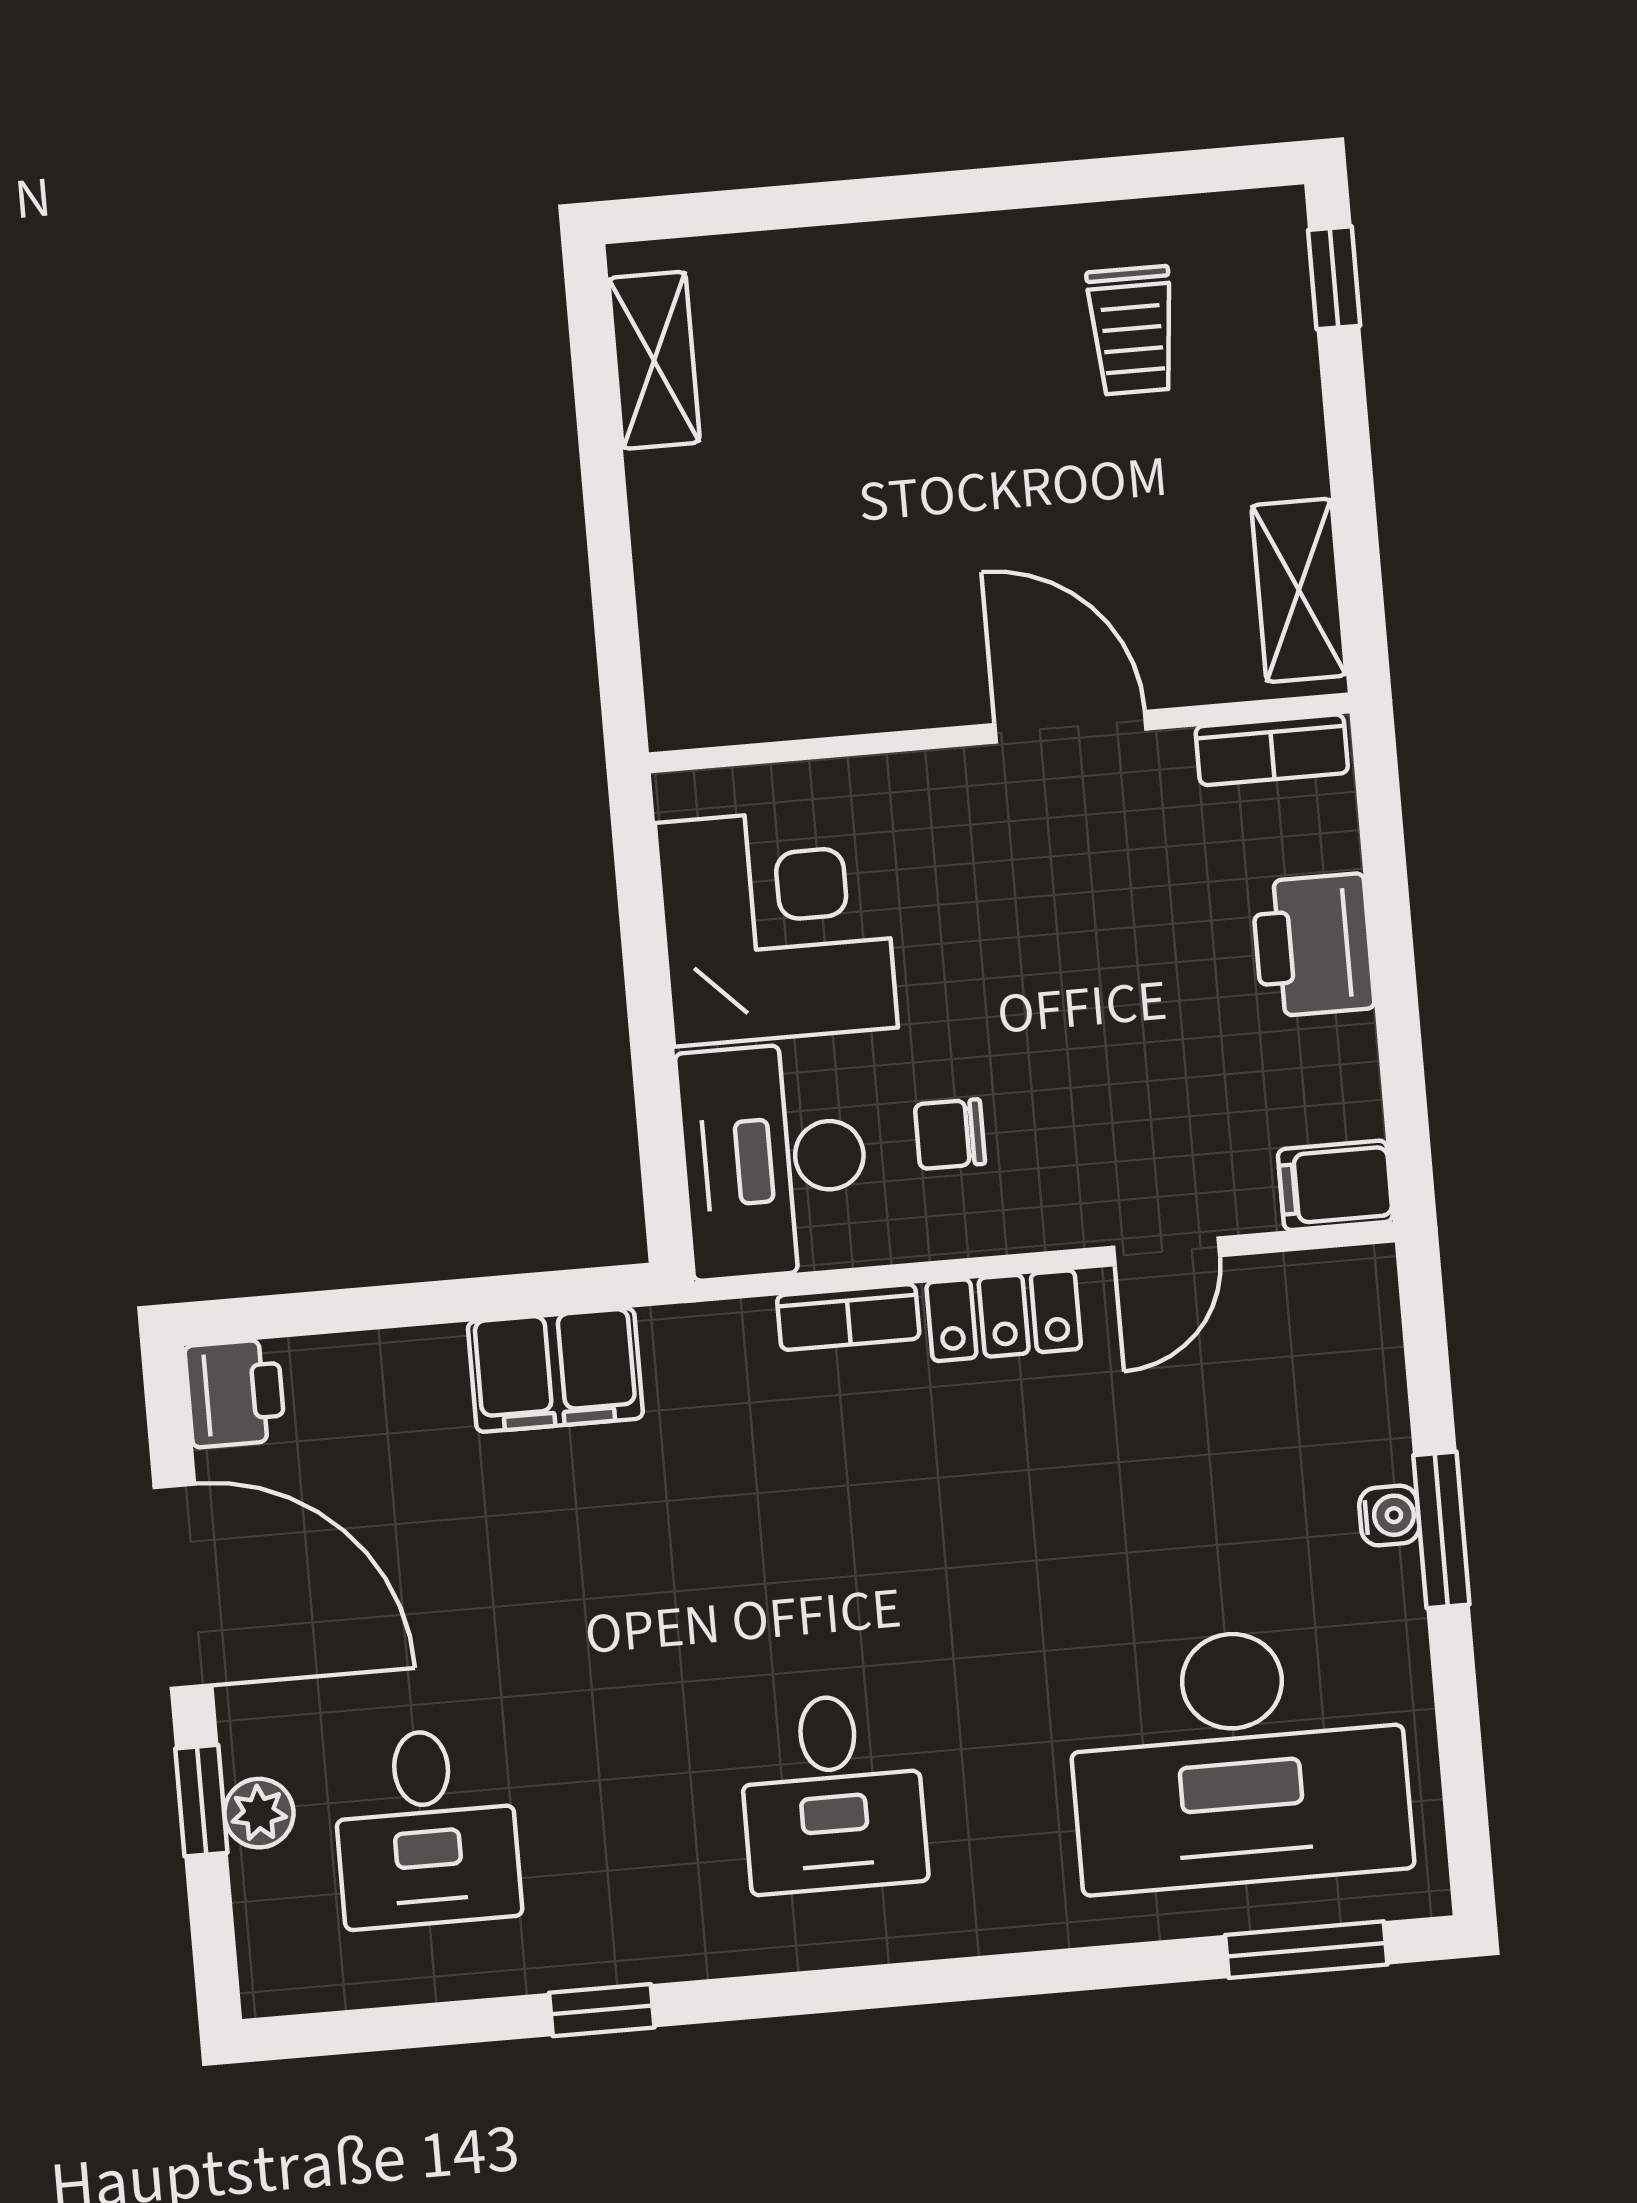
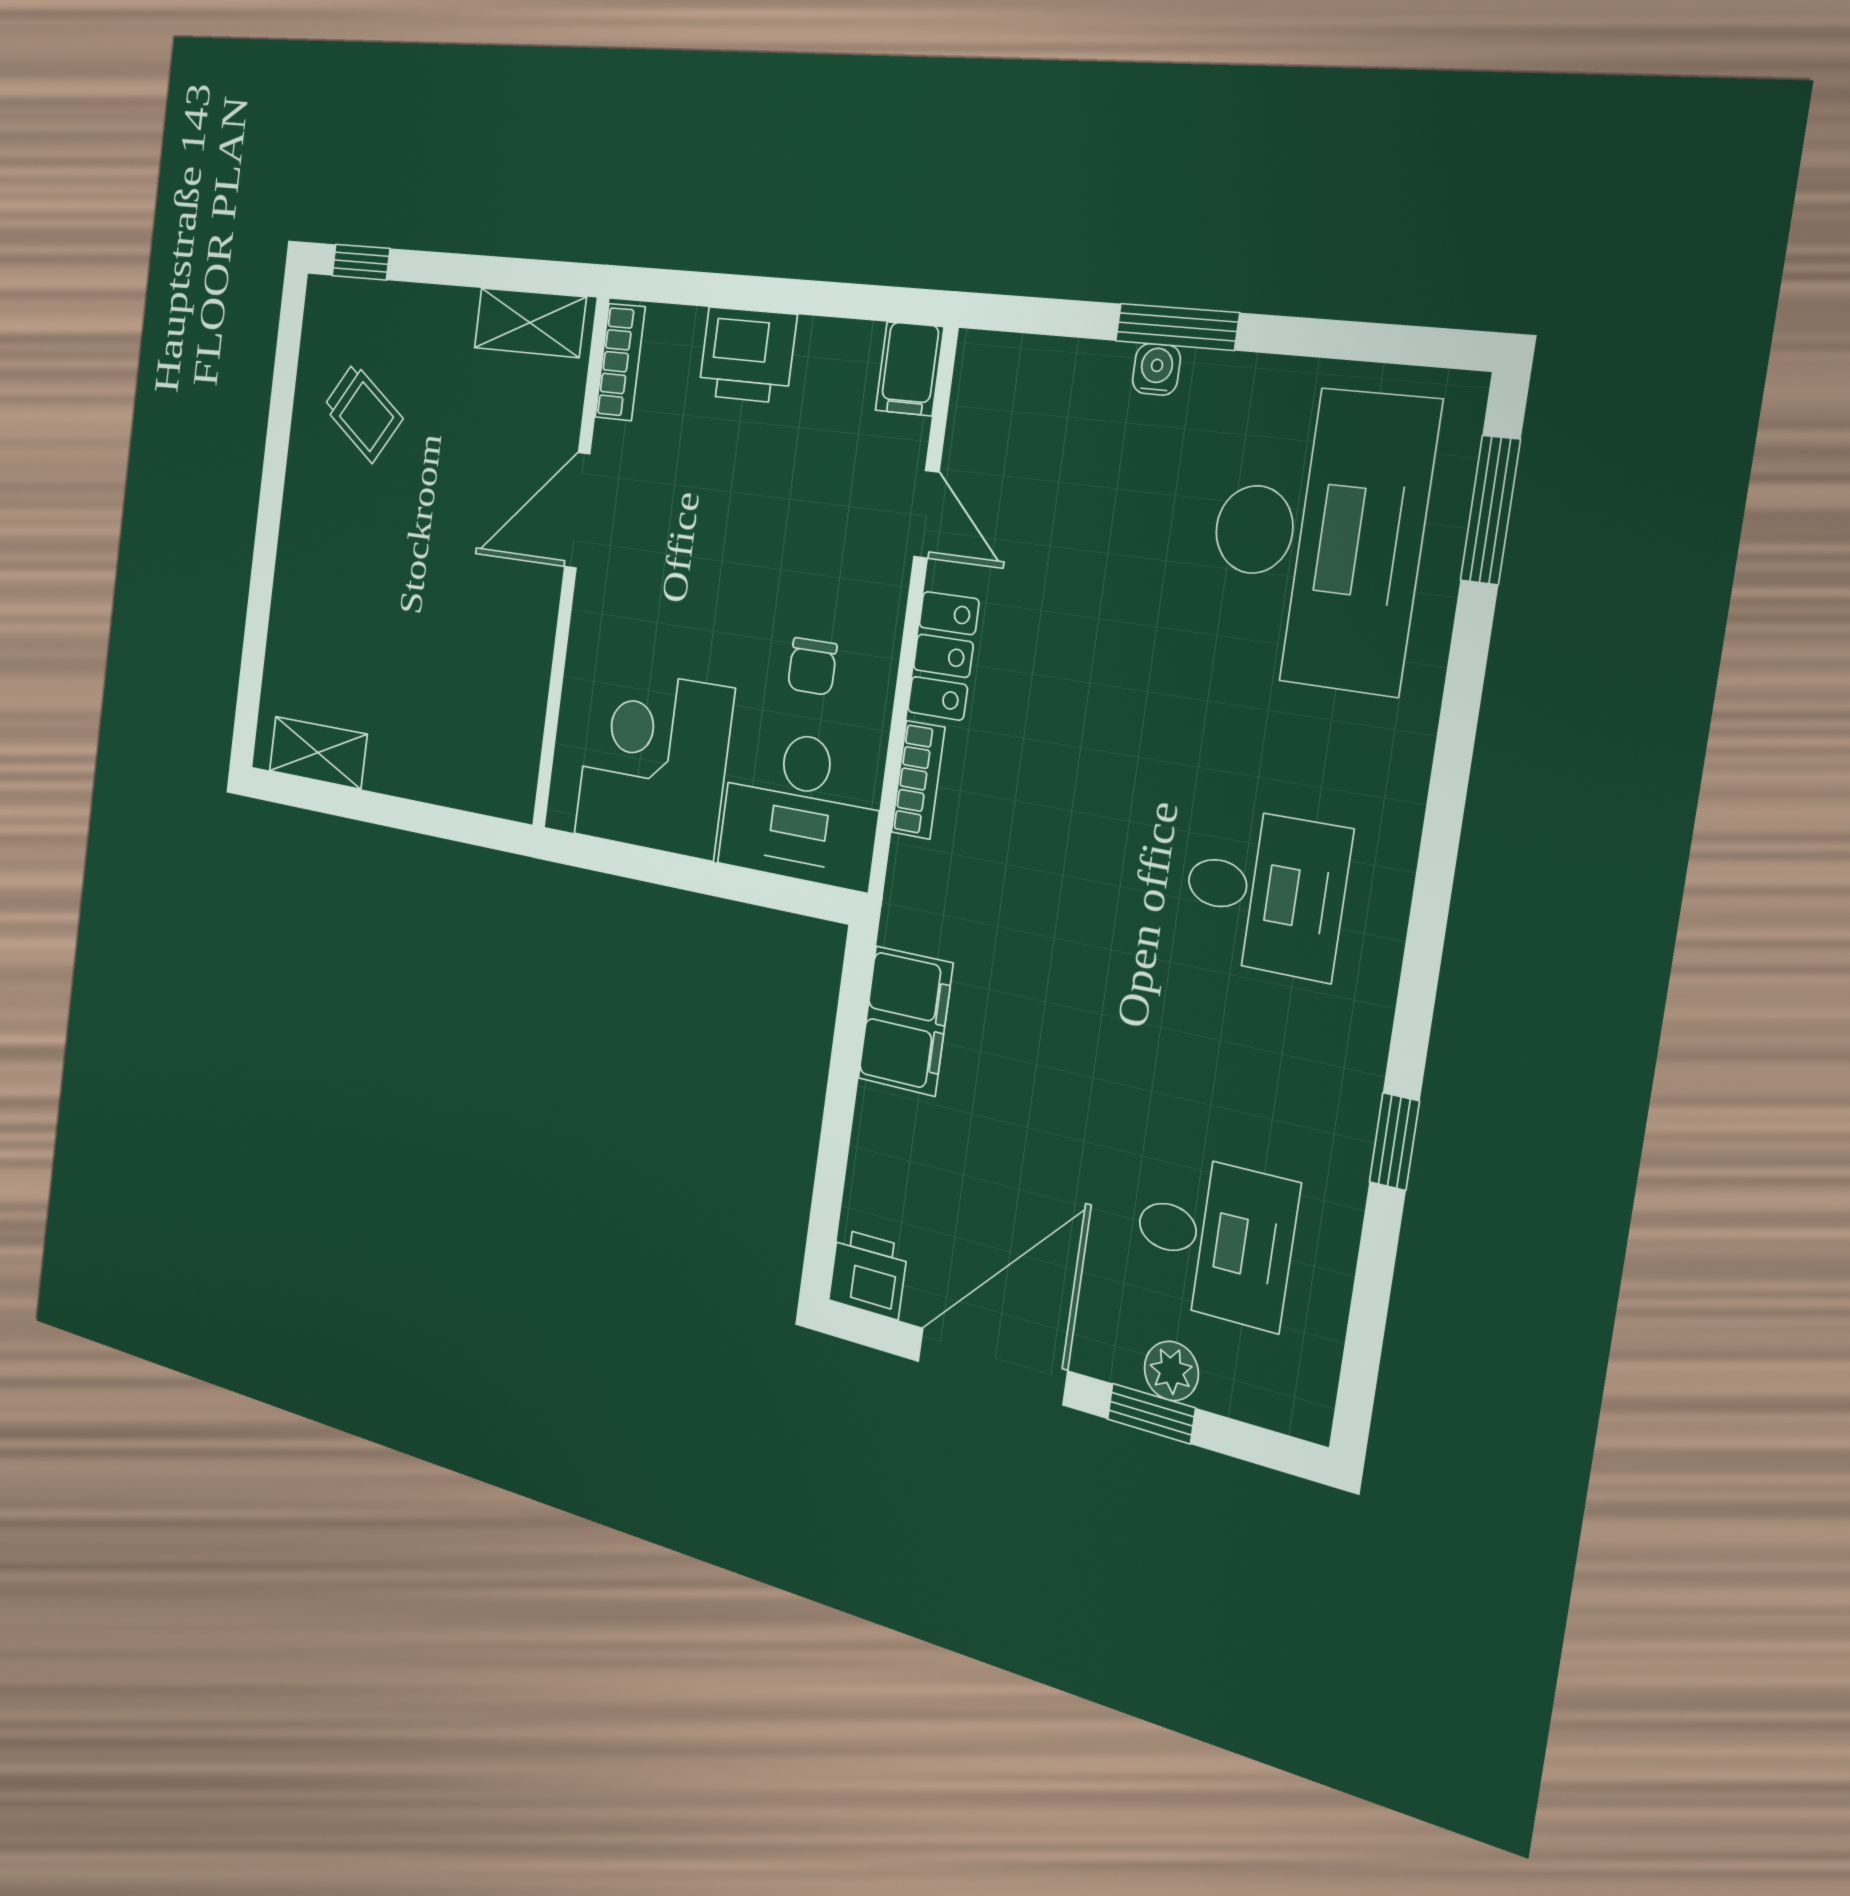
trolley: (1132, 330) -> (363, 413), turned 35

